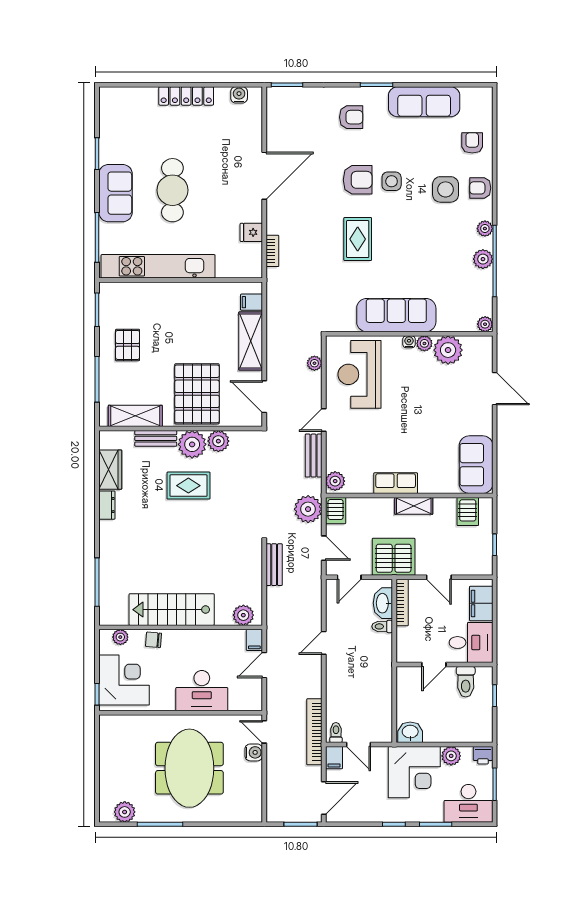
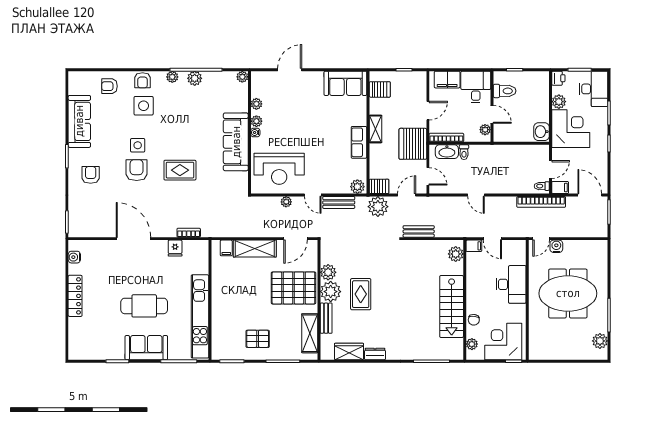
plant: (448, 350) -> (256, 104), width x0.53, depth x0.53
plant: (314, 363) -> (286, 202), moved
plant: (413, 655) -> (485, 130), added

